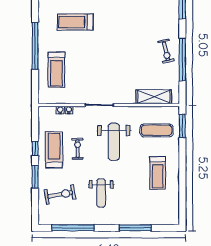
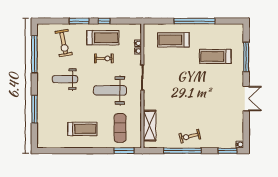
treadmill: (75, 22) -> (215, 56), turned -90
treadmill: (158, 173) -> (82, 129), turned 180

